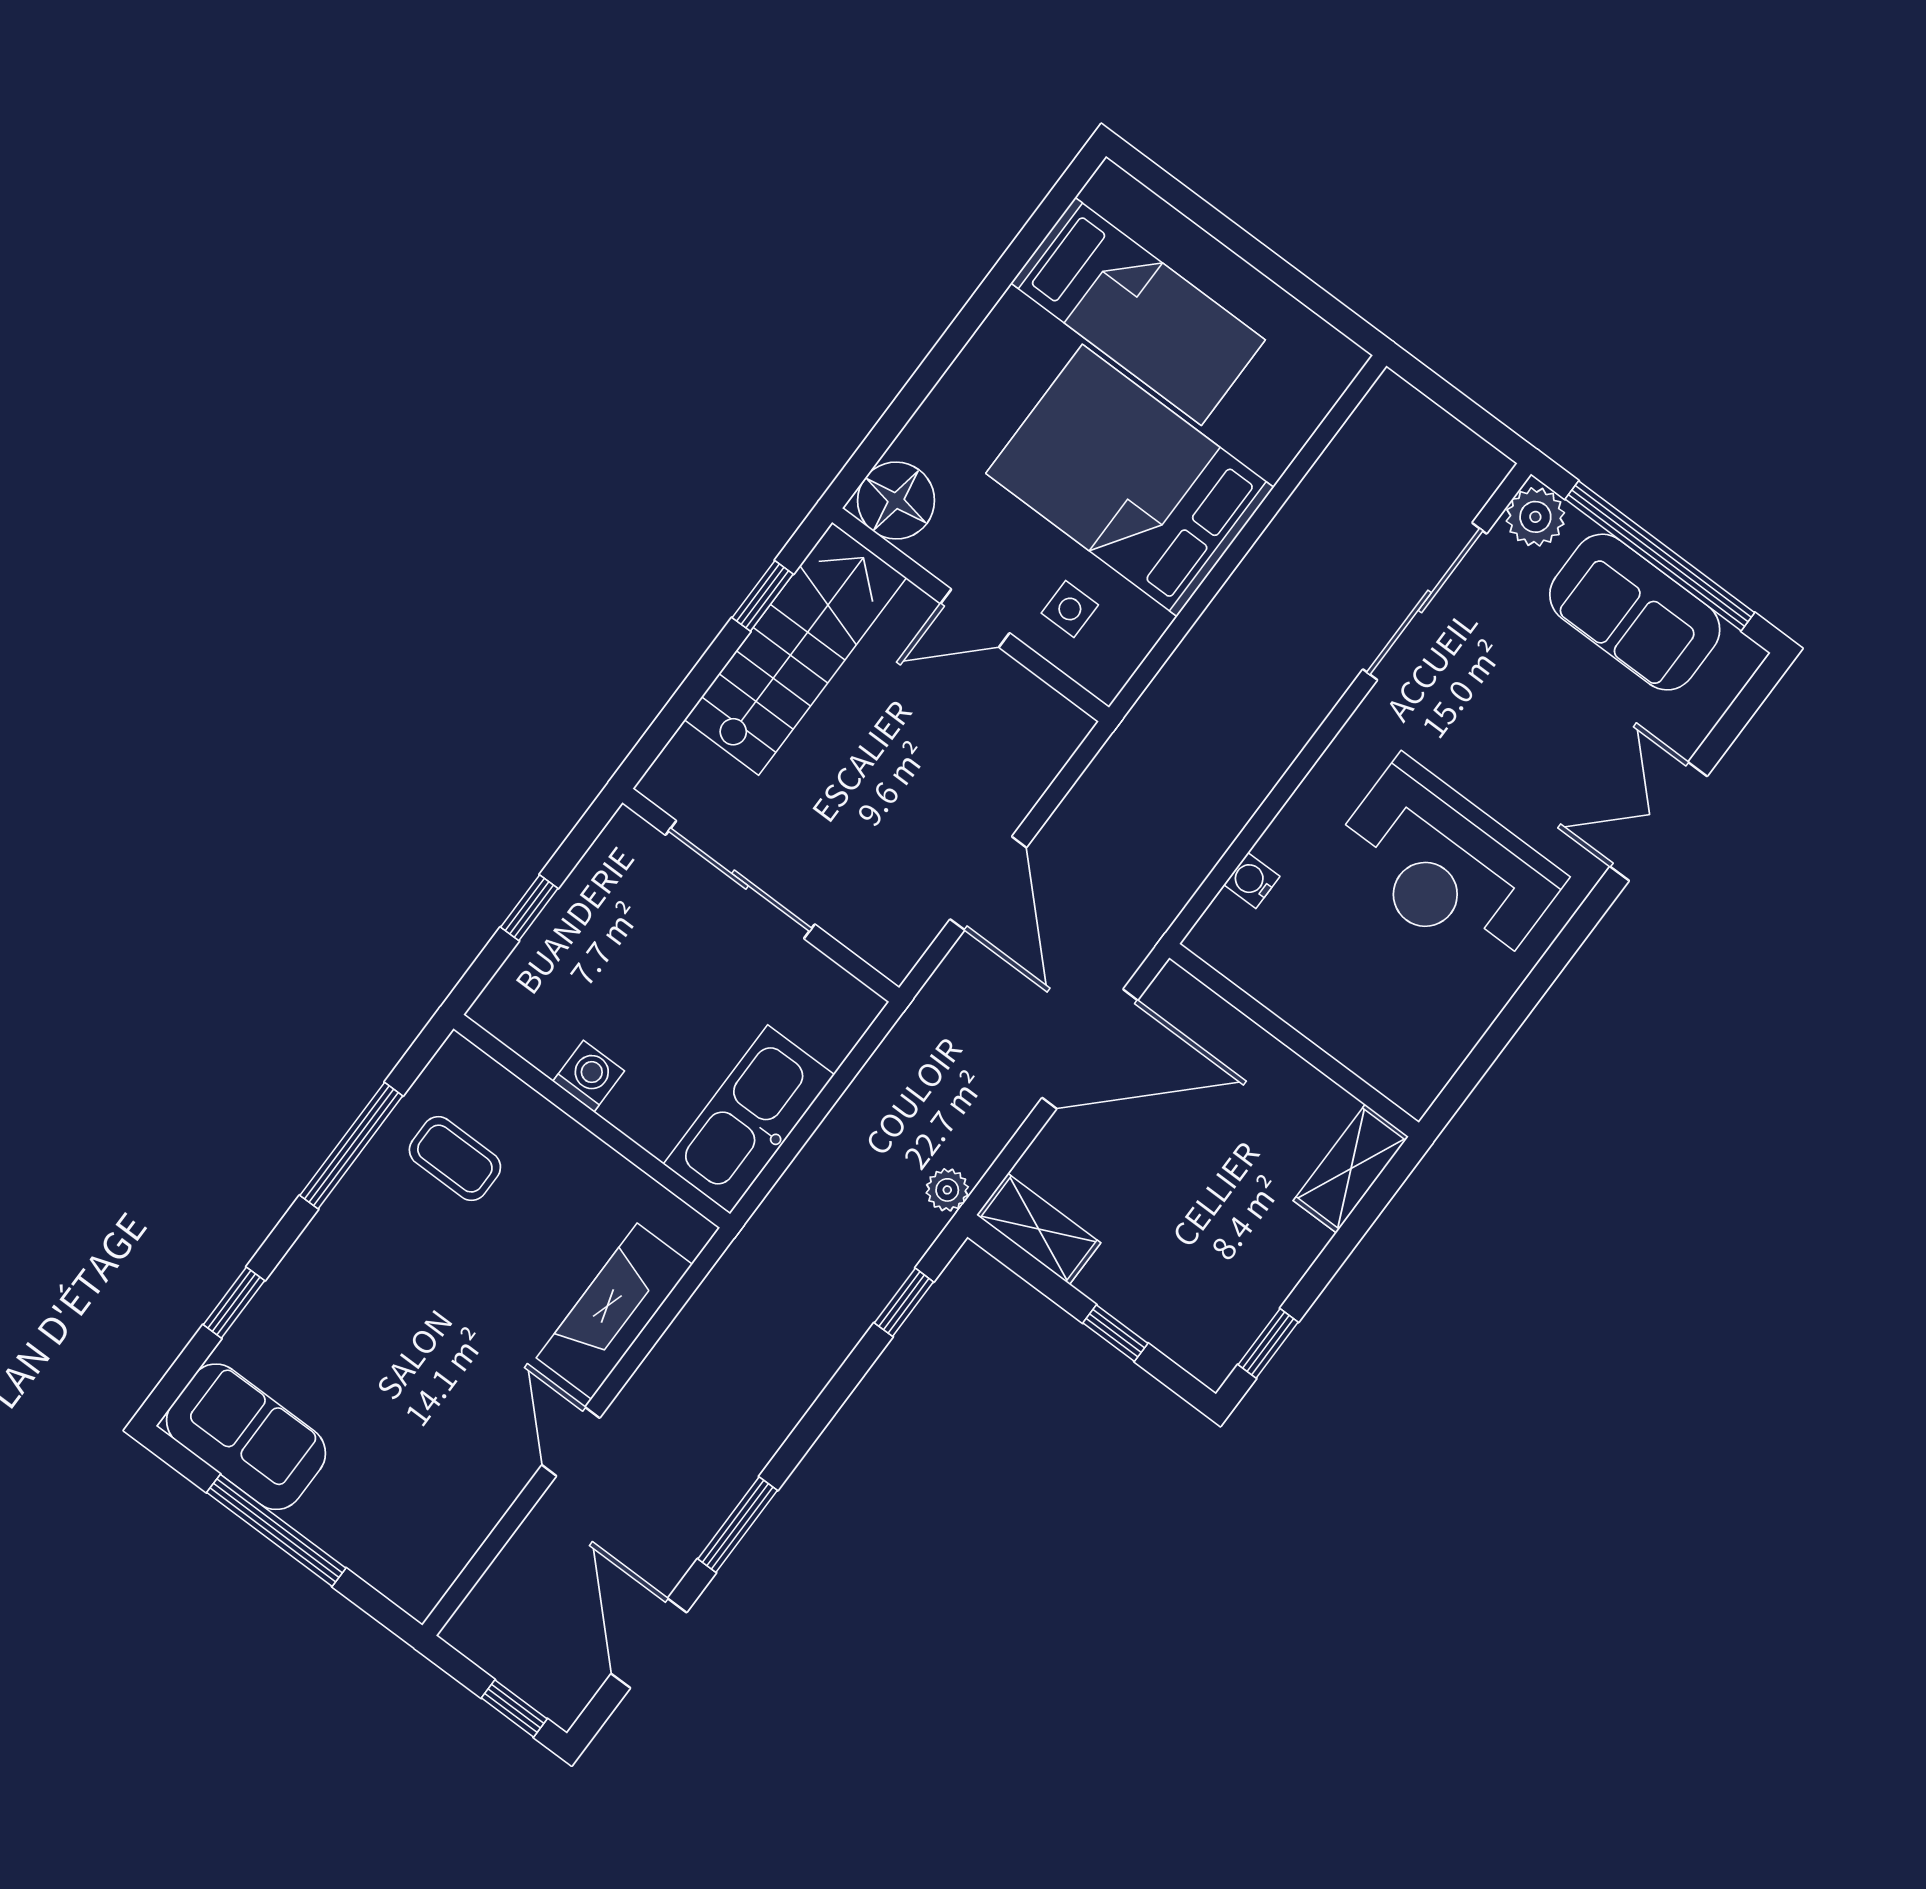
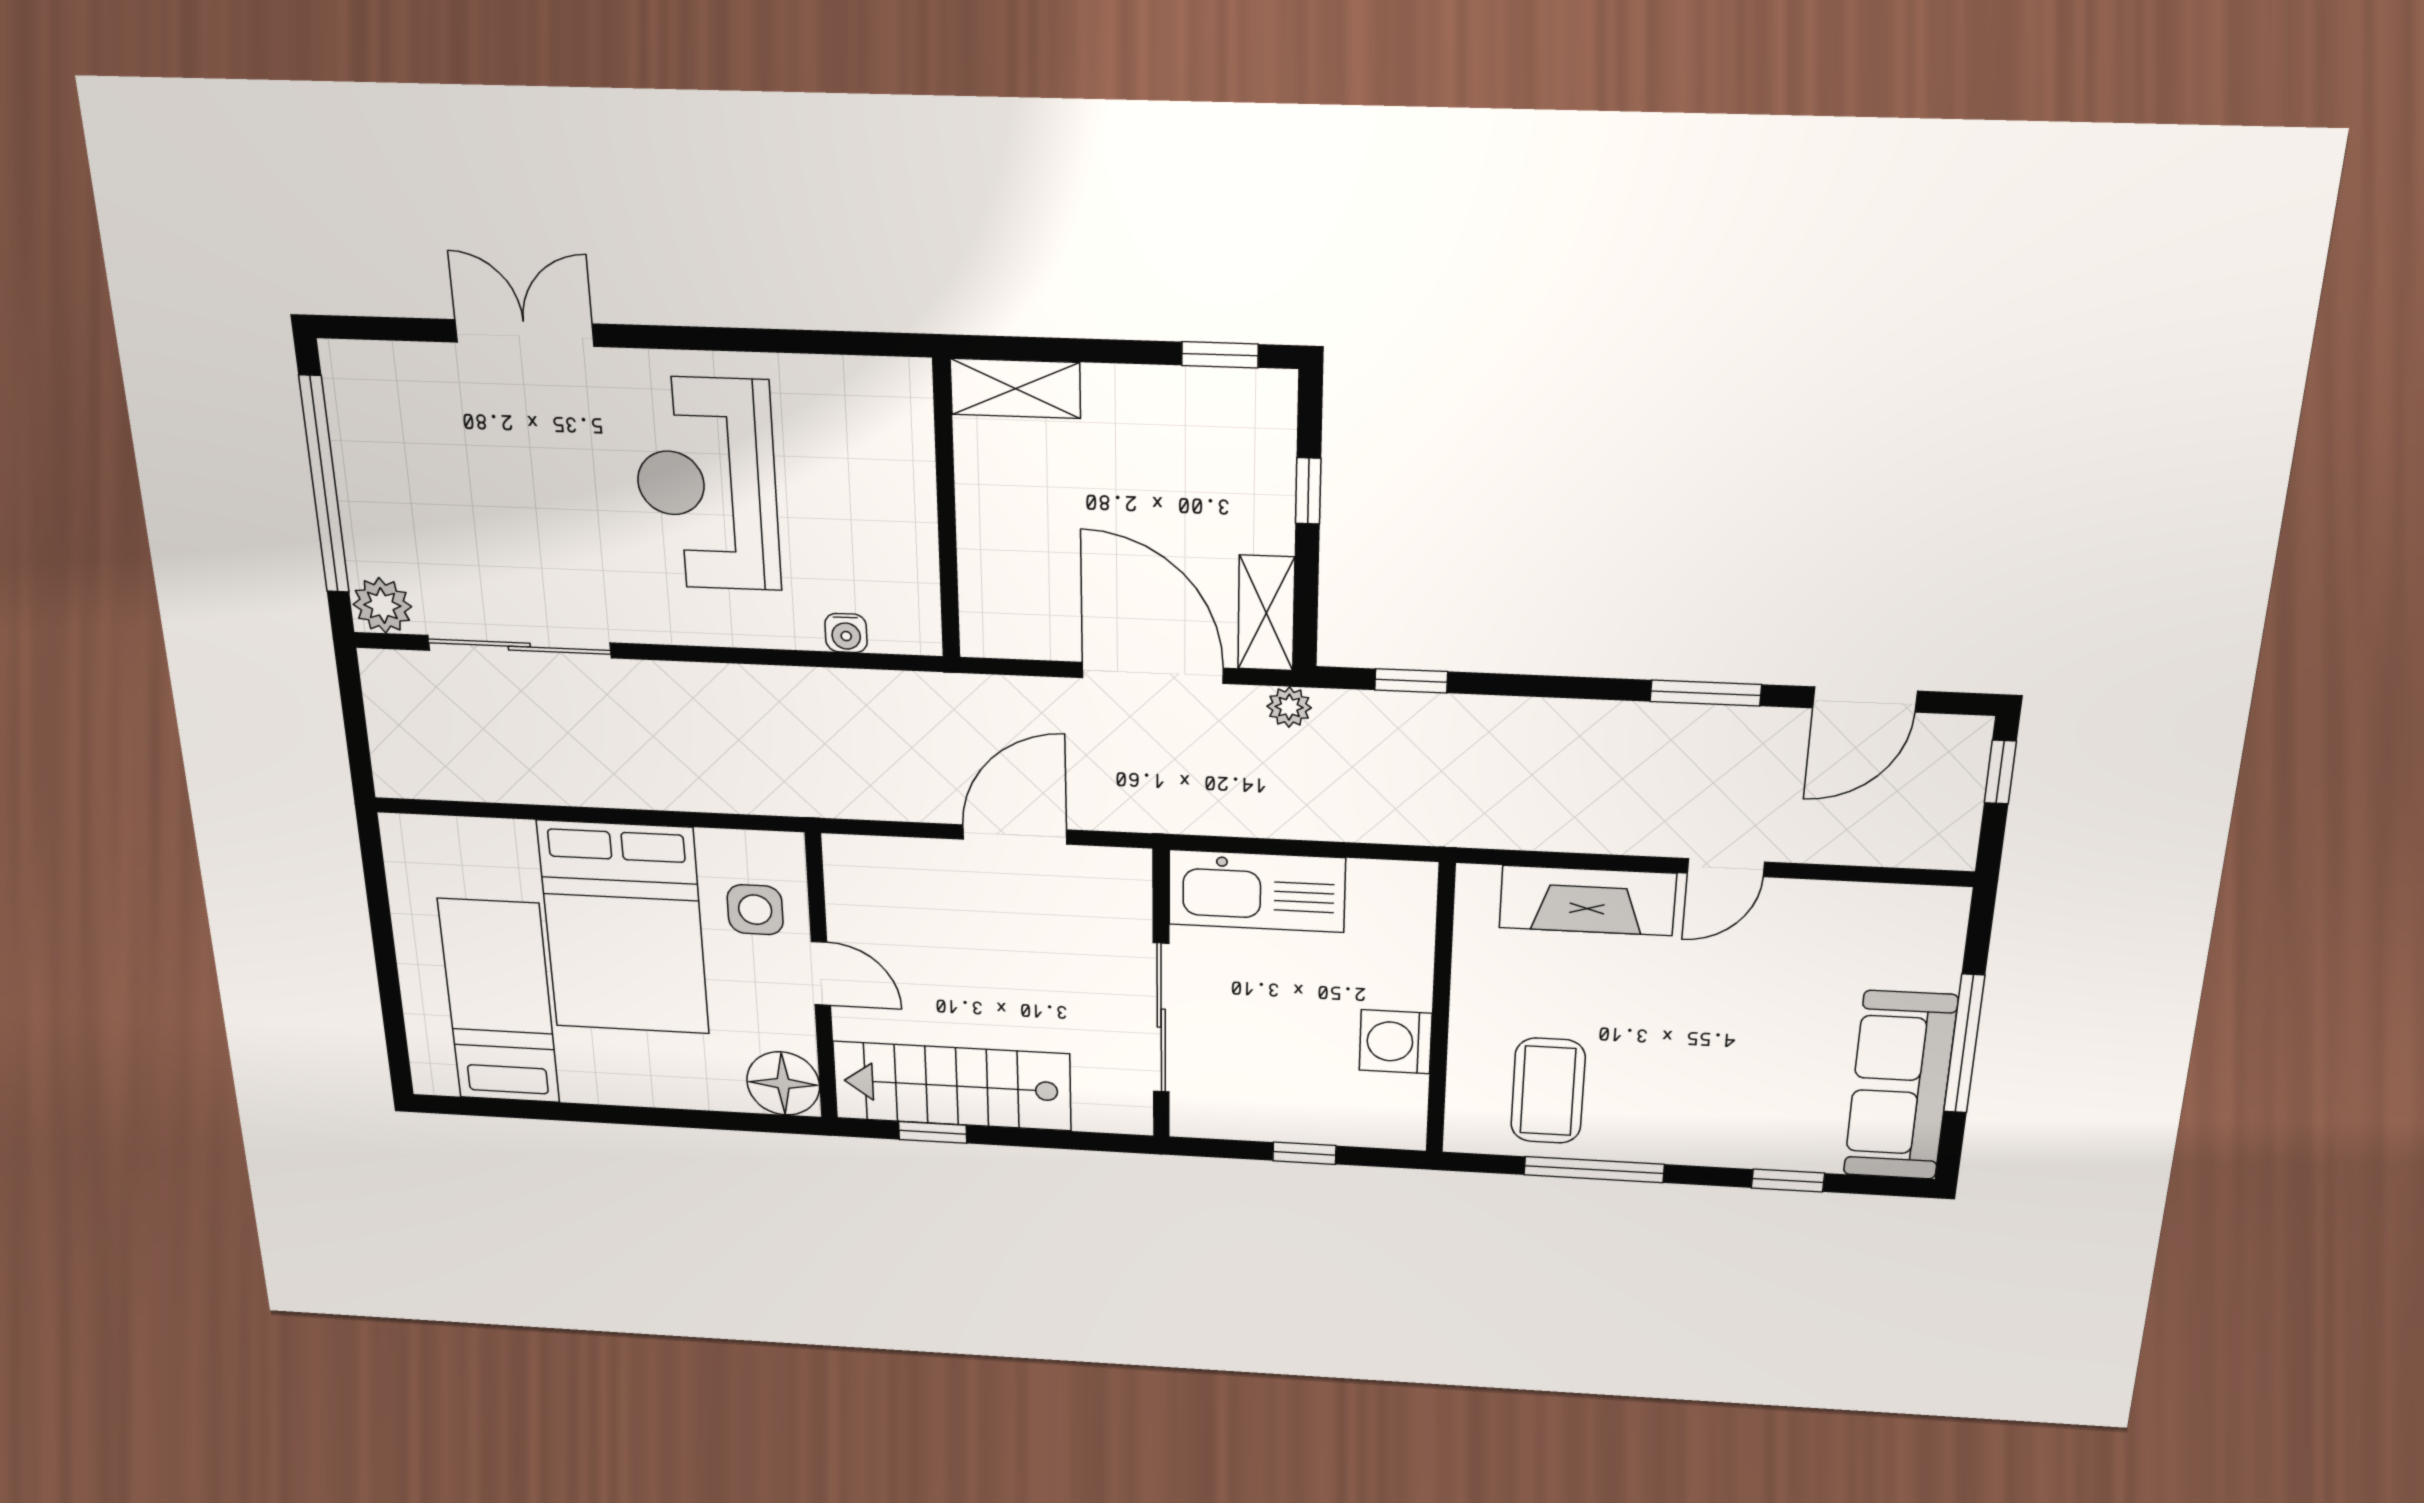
side table: (1070, 609) -> (755, 910), width x1.37, depth x1.37
sofa: (1635, 612) -> (383, 474), removed
double door: (1659, 821) -> (525, 333), swing flipped
reception desk: (1446, 867) -> (707, 484), turned 180
door: (1090, 1049) -> (1153, 673), moved
washing machine: (589, 1076) -> (1396, 1042), width x1.38, depth x1.38
kitchen sink: (749, 1119) -> (1257, 891), moved
coffee table: (455, 1159) -> (1548, 1091), width x1.36, depth x1.30
sofa: (246, 1437) -> (1900, 1086), width x1.36

